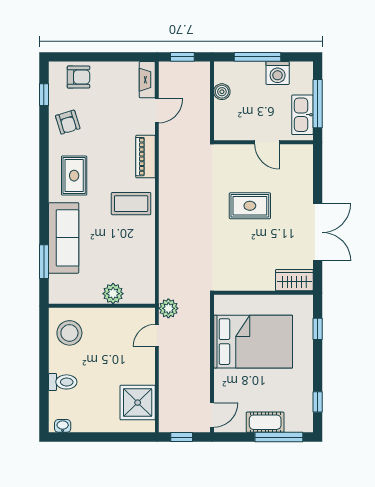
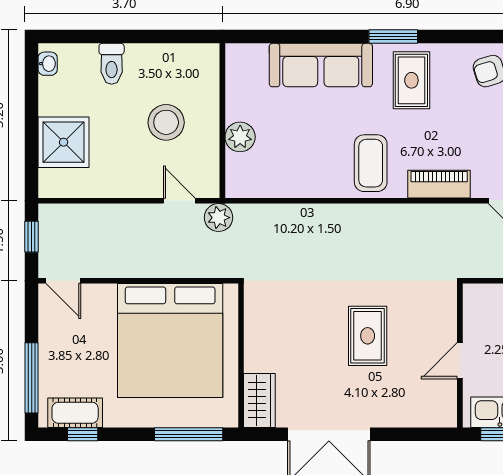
rug: (74, 176) -> (411, 80), turned 90
window: (44, 262) -> (393, 37), moved
window: (318, 329) -> (189, 434), width x2.17
stool: (69, 333) -> (166, 122), moved
bed: (253, 342) -> (170, 340), width x1.36
shower: (138, 403) -> (64, 142), moved
cot: (265, 422) -> (75, 413), moved, turned 90

